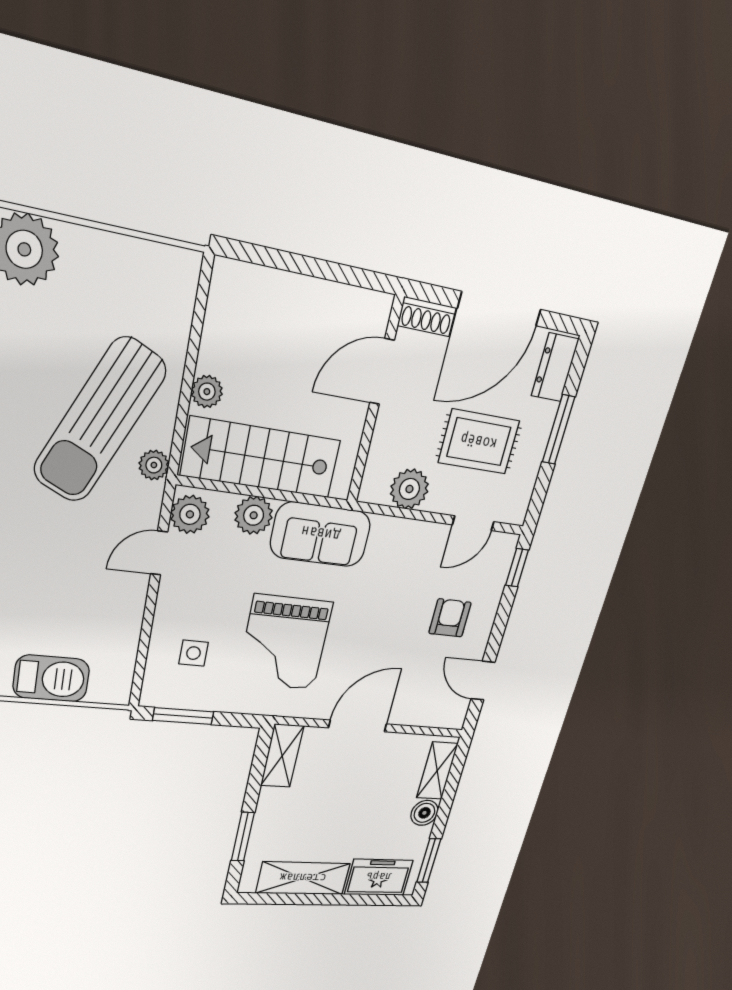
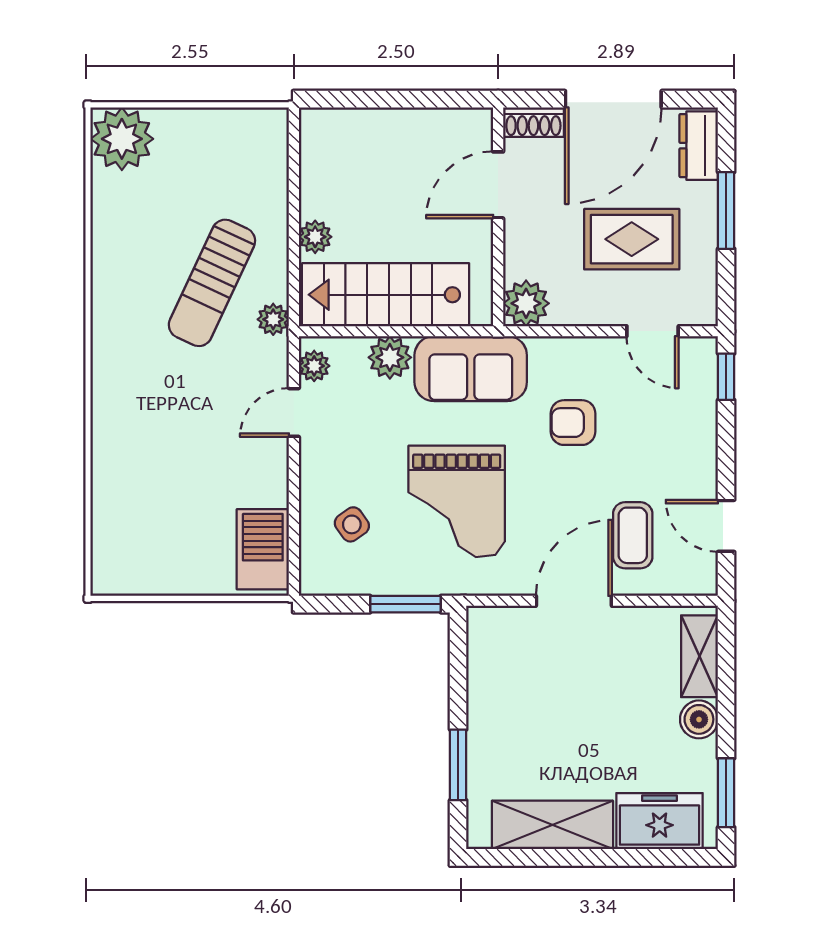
sun lounger: (100, 420) -> (212, 283), width x0.73, depth x0.75
plant: (409, 489) -> (526, 303), moved
plant: (190, 514) -> (314, 366), width x0.73, depth x0.73
door: (473, 523) -> (653, 331), hinge flipped
armchair: (450, 618) -> (573, 423), moved, turned -90
side table: (193, 653) -> (352, 524), turned -35
barbecue: (51, 678) -> (263, 549), moved, turned -90
coffee table: (414, 681) -> (633, 535), added
window: (183, 716) -> (405, 604), moved
shelving: (282, 756) -> (485, 648), removed

